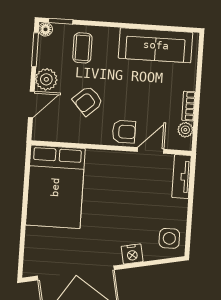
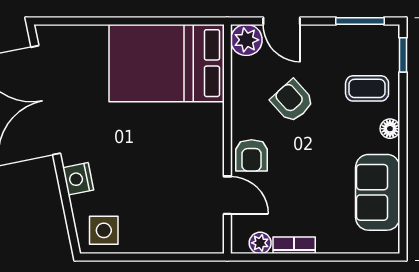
floor lamp: (45, 29) -> (390, 129), moved
sofa: (156, 45) -> (378, 192), width x0.73
plant: (46, 79) -> (246, 40), moved
tv unit: (182, 177) -> (193, 242), removed

